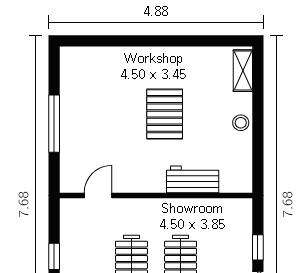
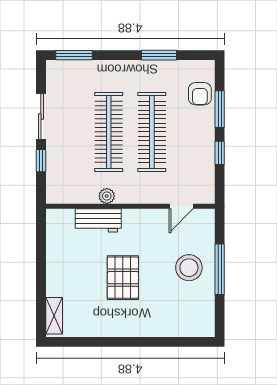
stool: (241, 123) -> (189, 268), moved, width x1.89, depth x1.89
plant: (183, 207) -> (107, 196), added

